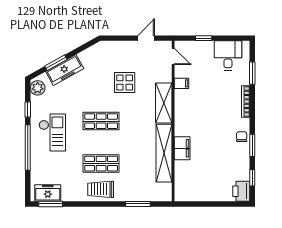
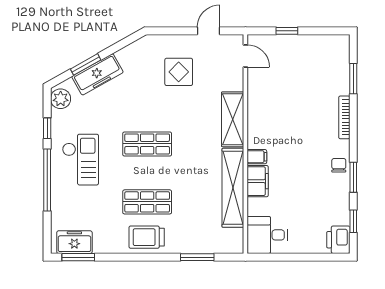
desk: (228, 55) -> (267, 235), moved, turned -90
display table: (125, 83) -> (179, 72), moved
filing cabinet: (182, 83) -> (257, 157), moved

